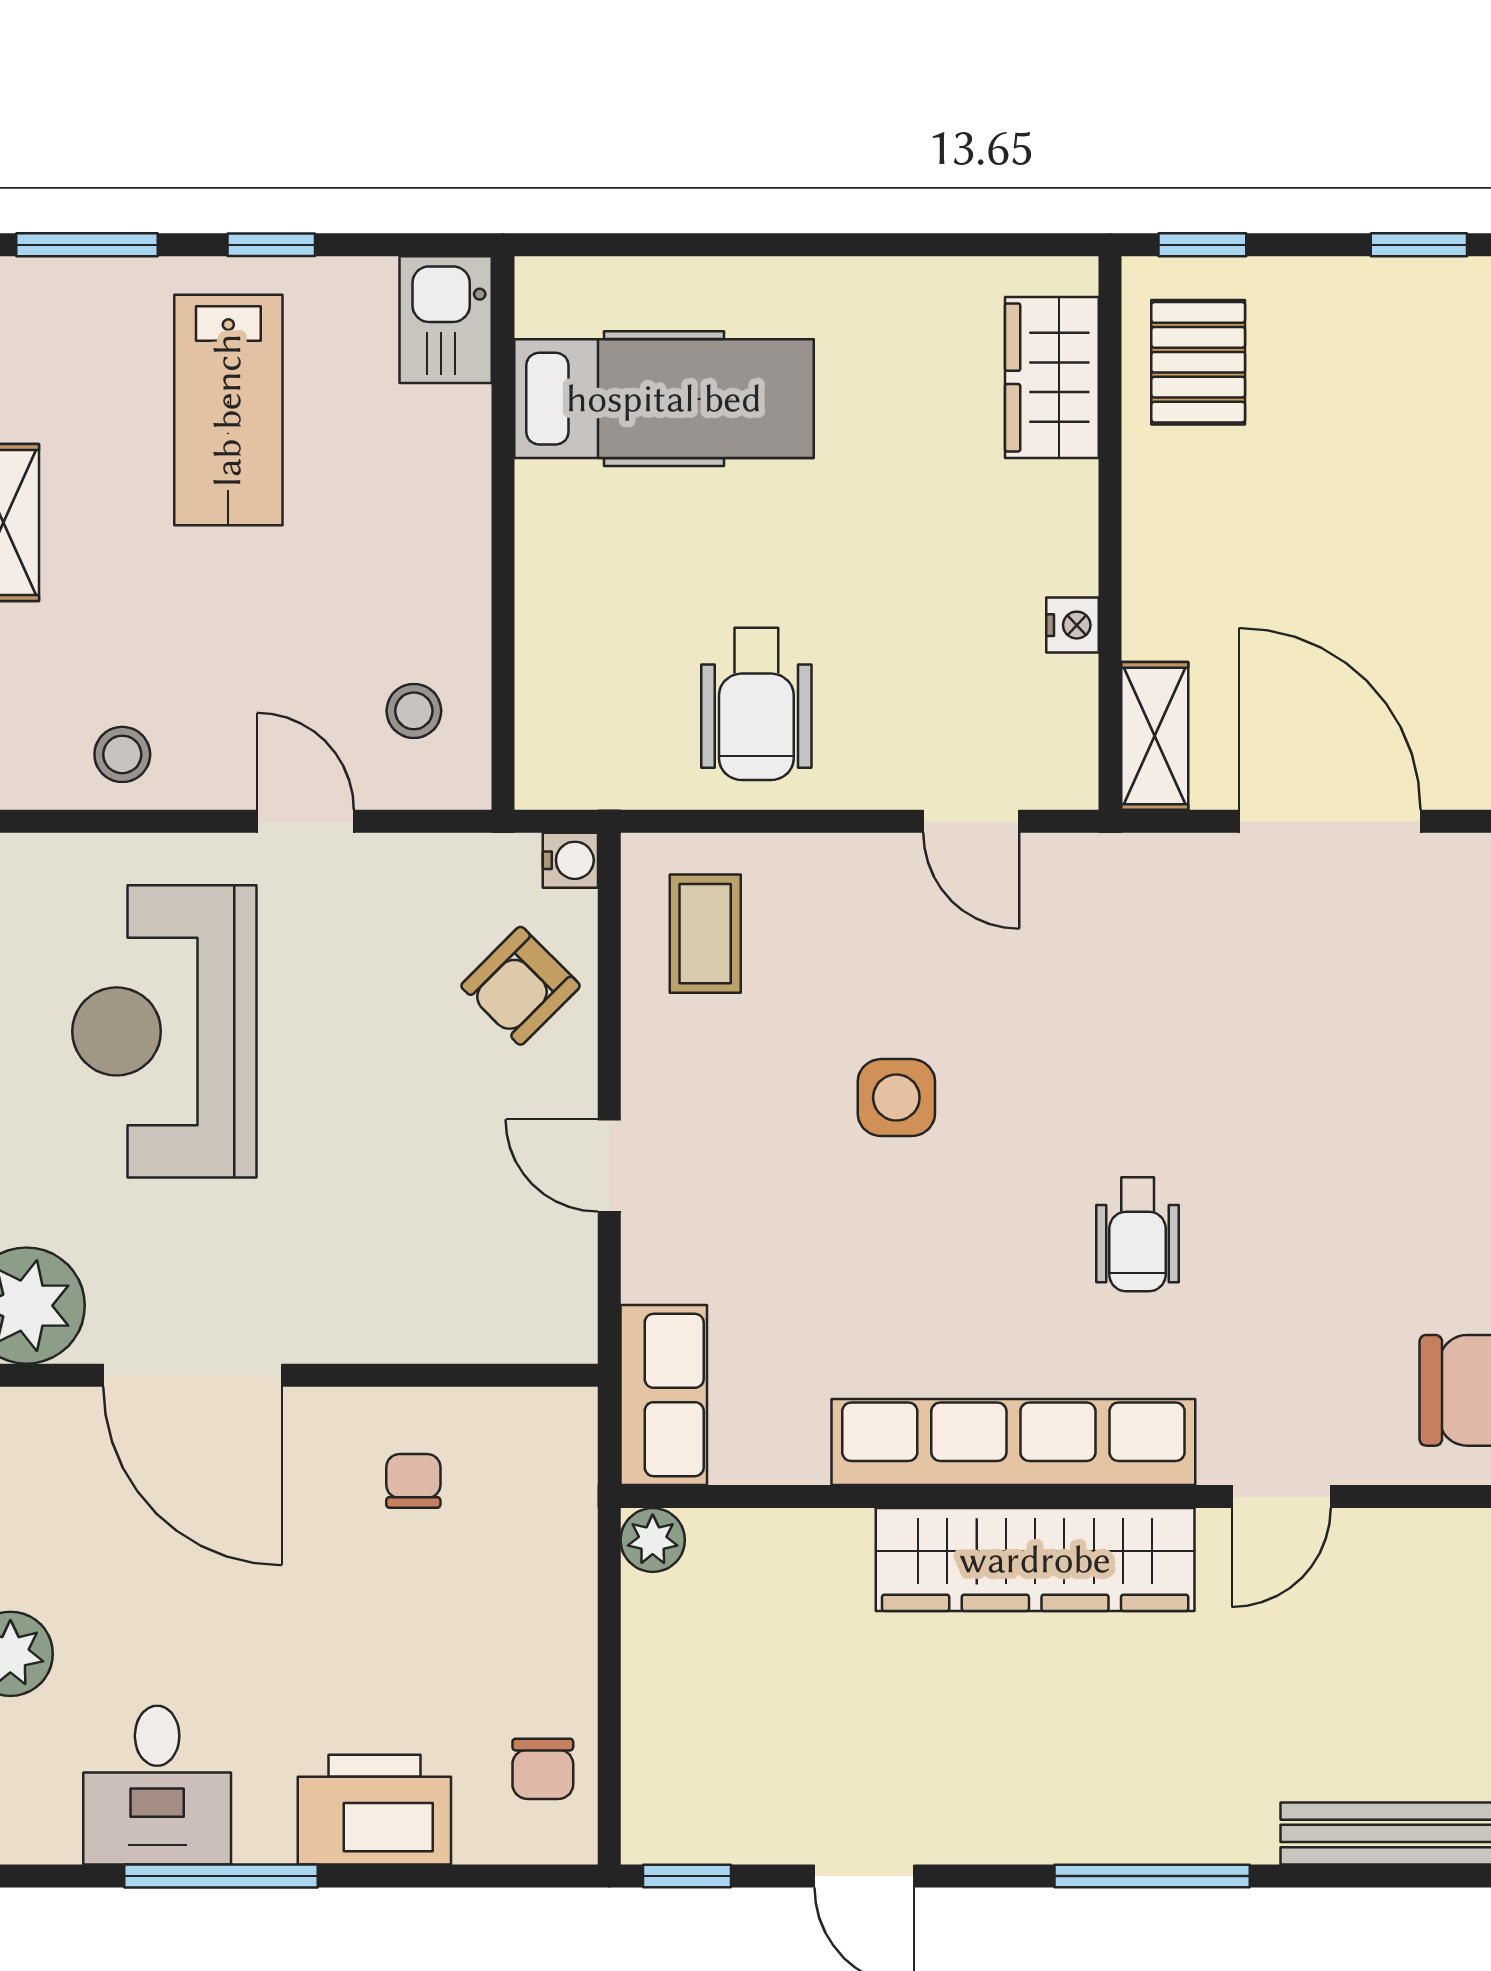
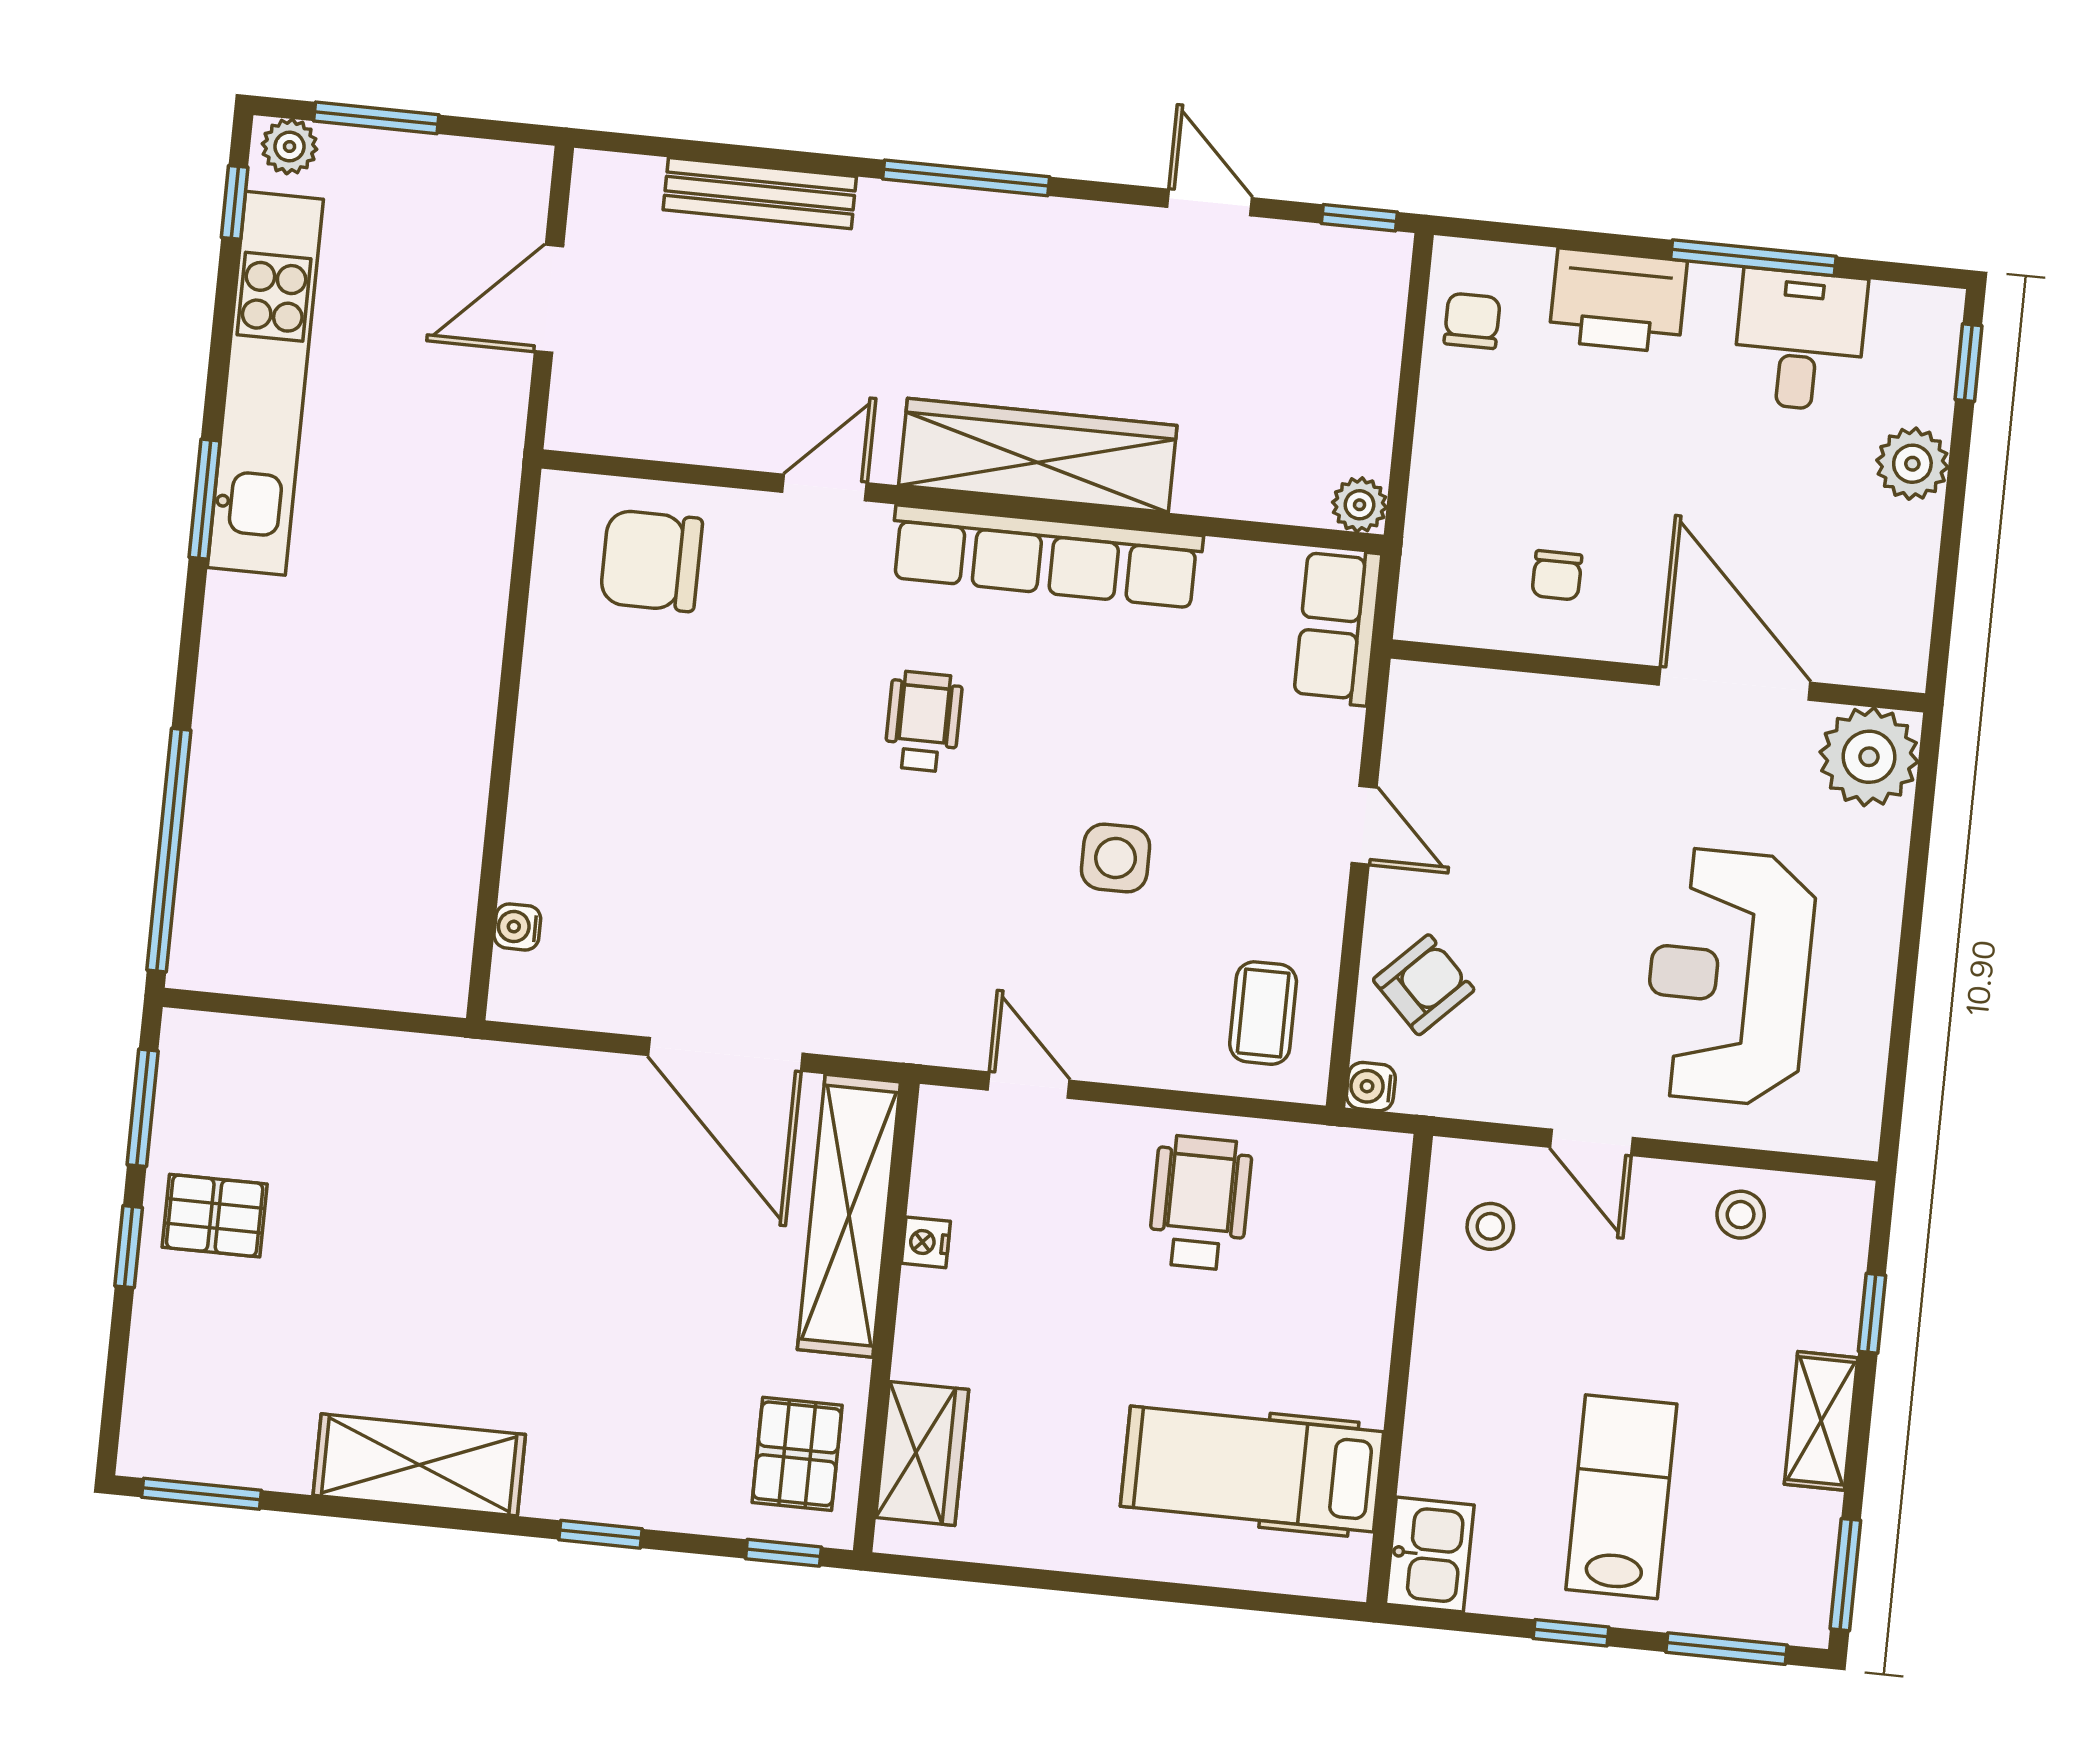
shelving: (1155, 736) -> (849, 1216), width x2.20, depth x1.33
reception desk: (164, 1031) -> (1729, 977), turned 180

